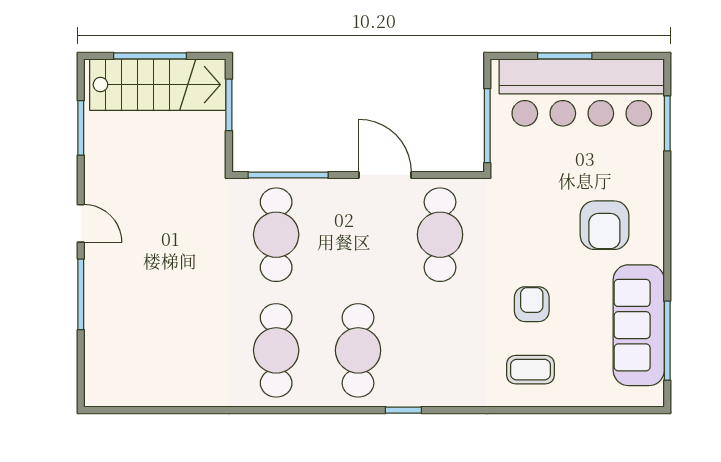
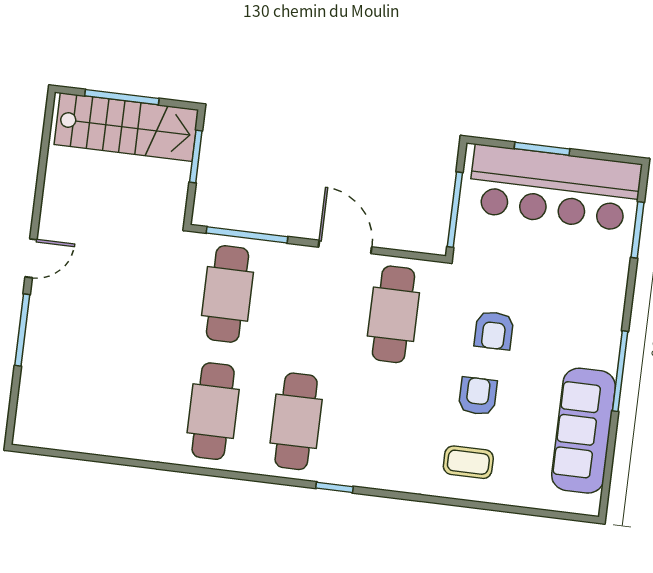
window: (81, 128) -> (43, 161), removed
door: (81, 223) -> (31, 258), hinge flipped
armchair: (604, 225) -> (494, 330), moved, width x0.72, depth x0.72
window: (667, 341) -> (620, 371), moved

